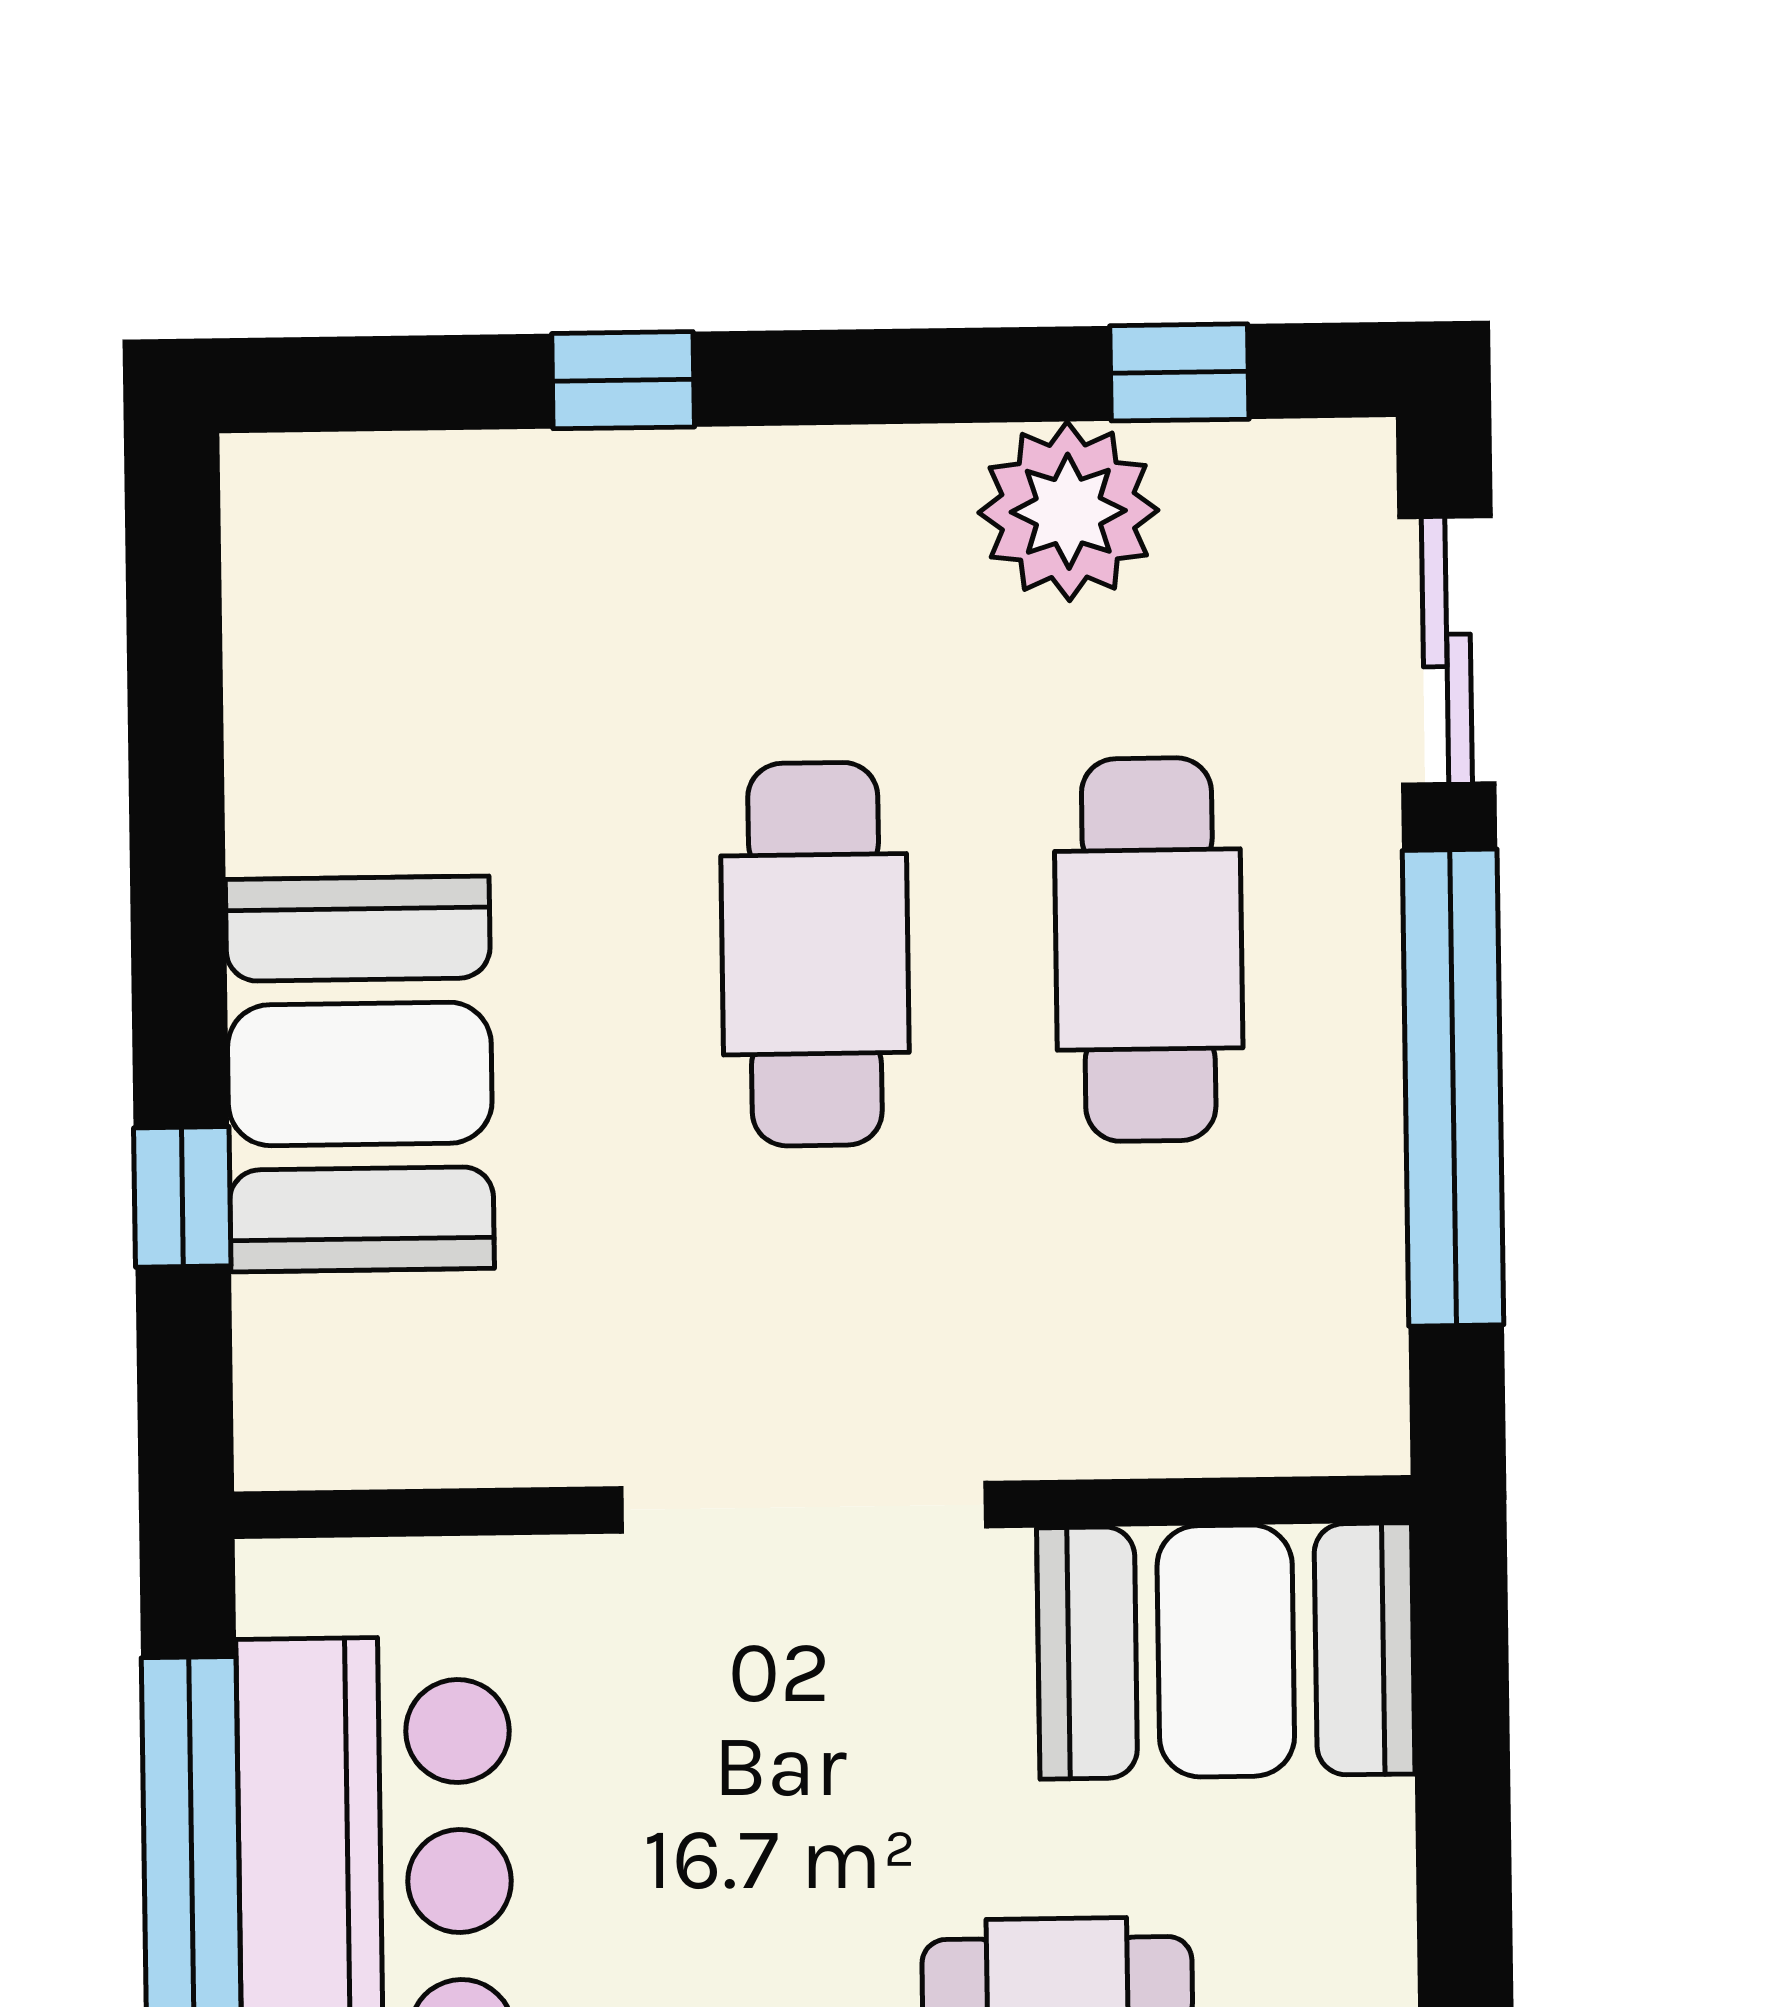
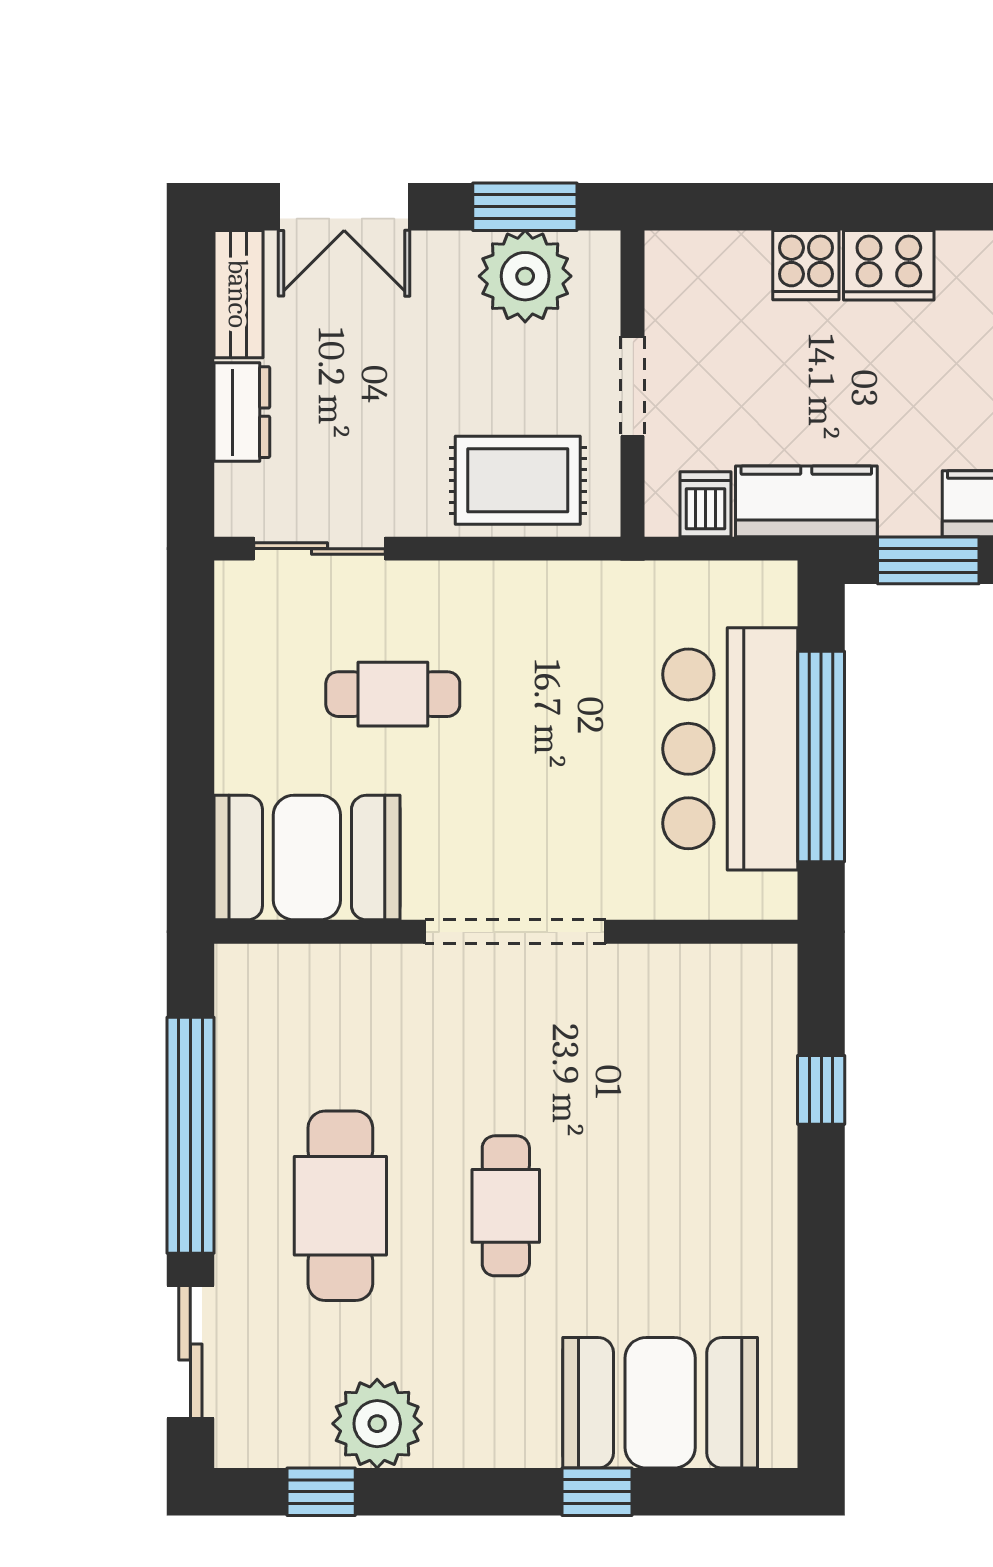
cafe table: (815, 954) -> (506, 1206), width x0.73, depth x0.74
booth: (360, 1074) -> (660, 1403), moved, turned 90

